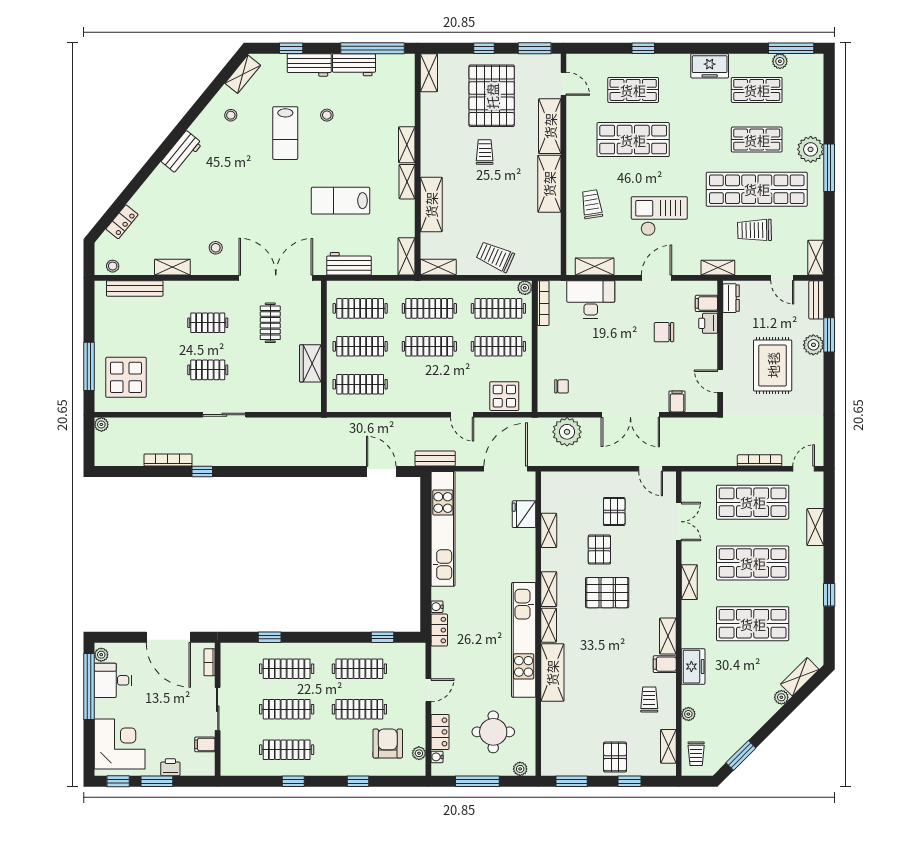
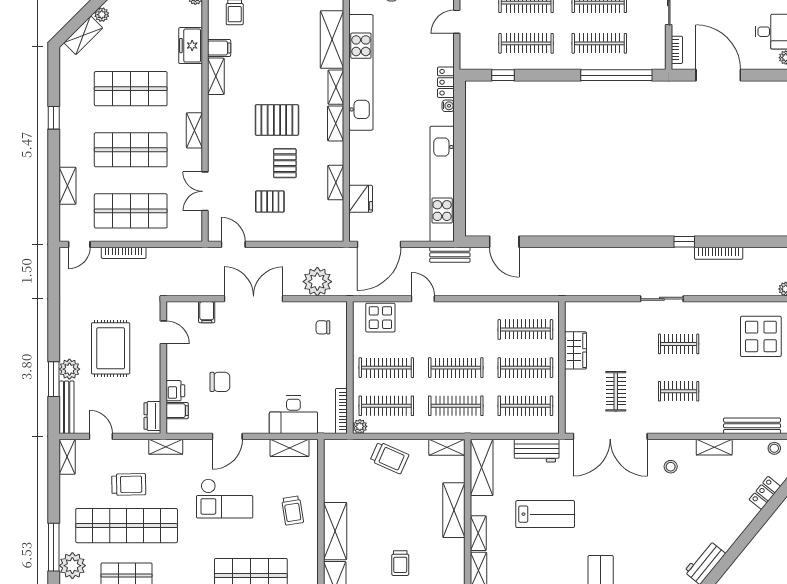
shelving: (406, 256) -> (482, 467), width x1.50, depth x1.33
bench: (816, 300) -> (67, 407), width x1.36
pallet: (614, 512) -> (270, 201), turned 90
window: (270, 637) -> (616, 75), width x3.17

